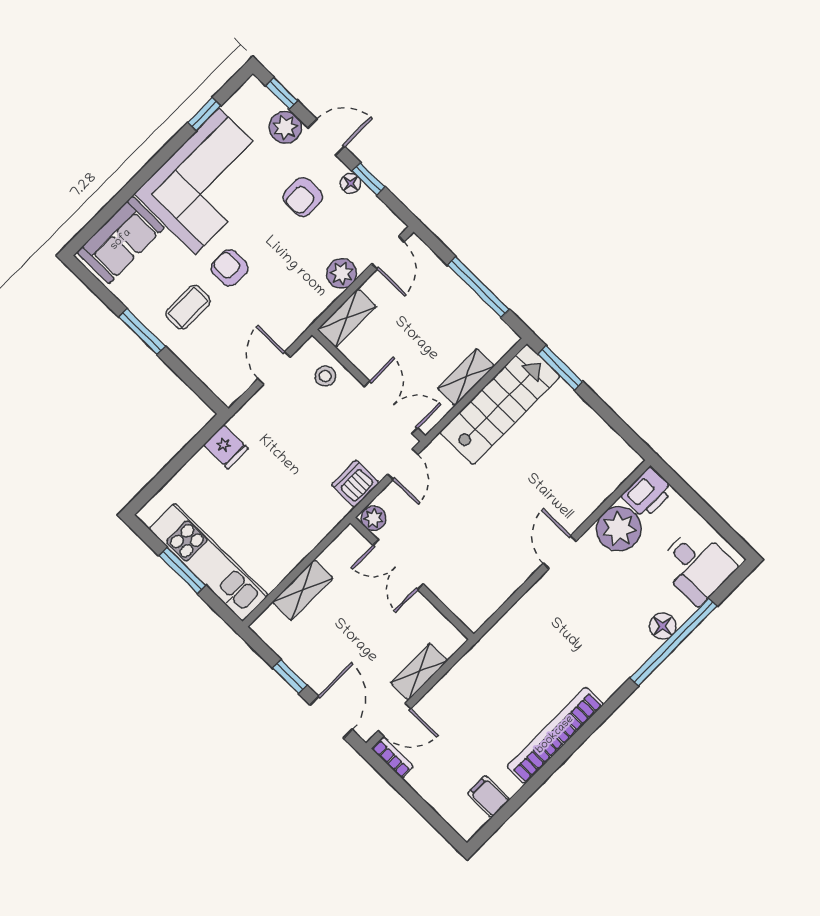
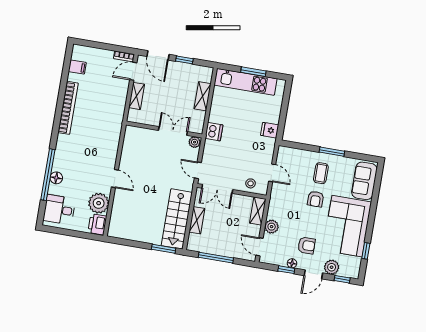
armchair: (303, 197) -> (307, 245), turned 90
armchair: (230, 268) -> (316, 199), turned 90
dishwasher: (355, 484) -> (214, 132), moved

